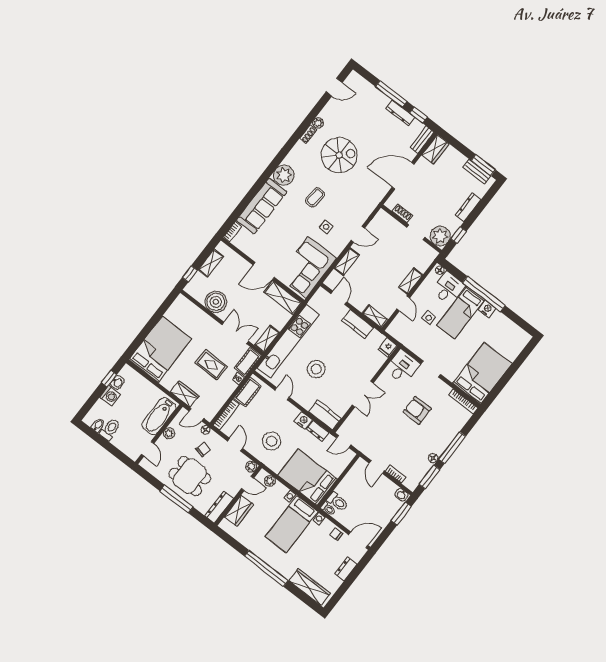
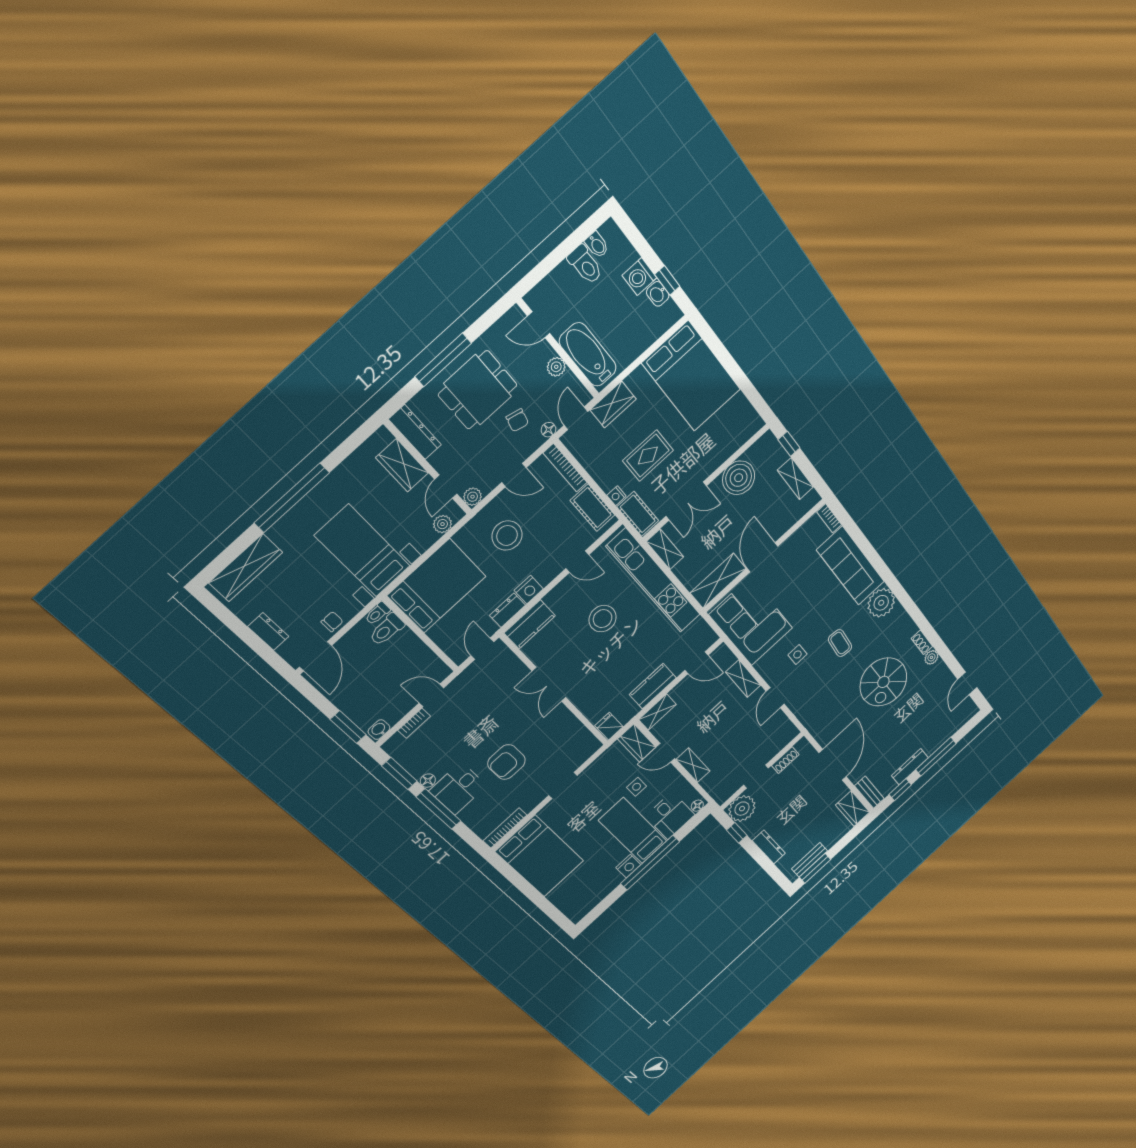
wardrobe: (398, 325) -> (637, 743), added
desk: (402, 367) -> (458, 788), moved, turned 90
armchair: (417, 410) -> (507, 762), turned 180

